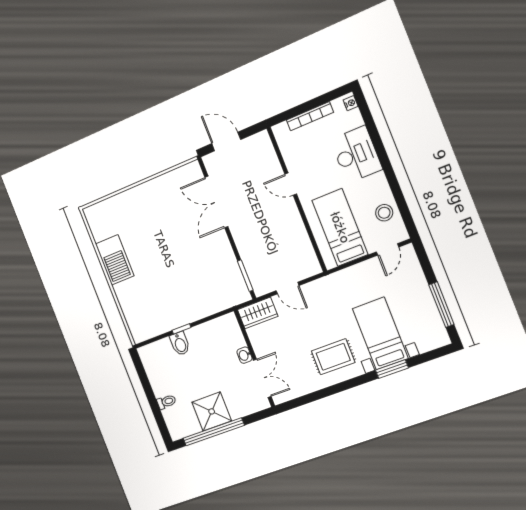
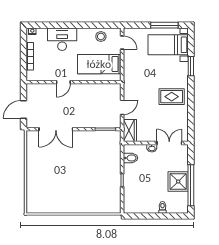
barbecue: (115, 260) -> (65, 205), removed
bed with nightstands: (380, 333) -> (168, 45), moved
bidet: (180, 344) -> (131, 158), moved
rug: (333, 357) -> (172, 97), turned 90

